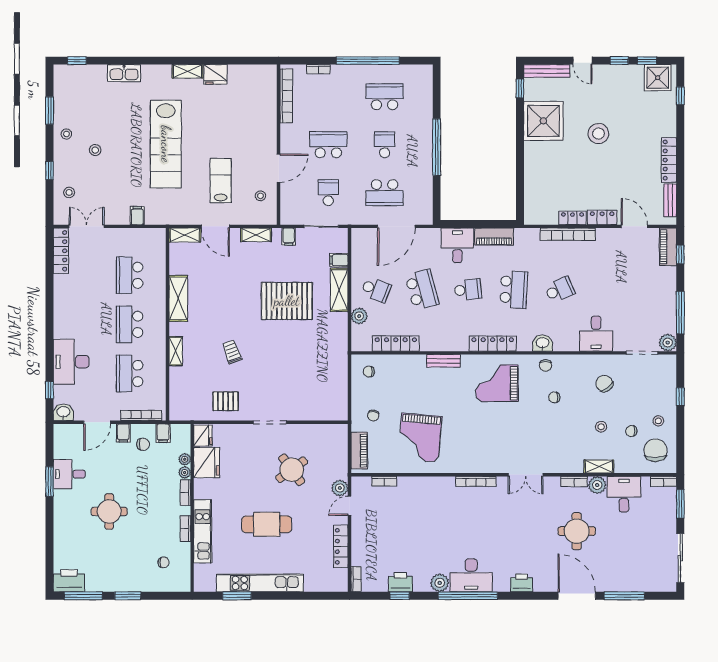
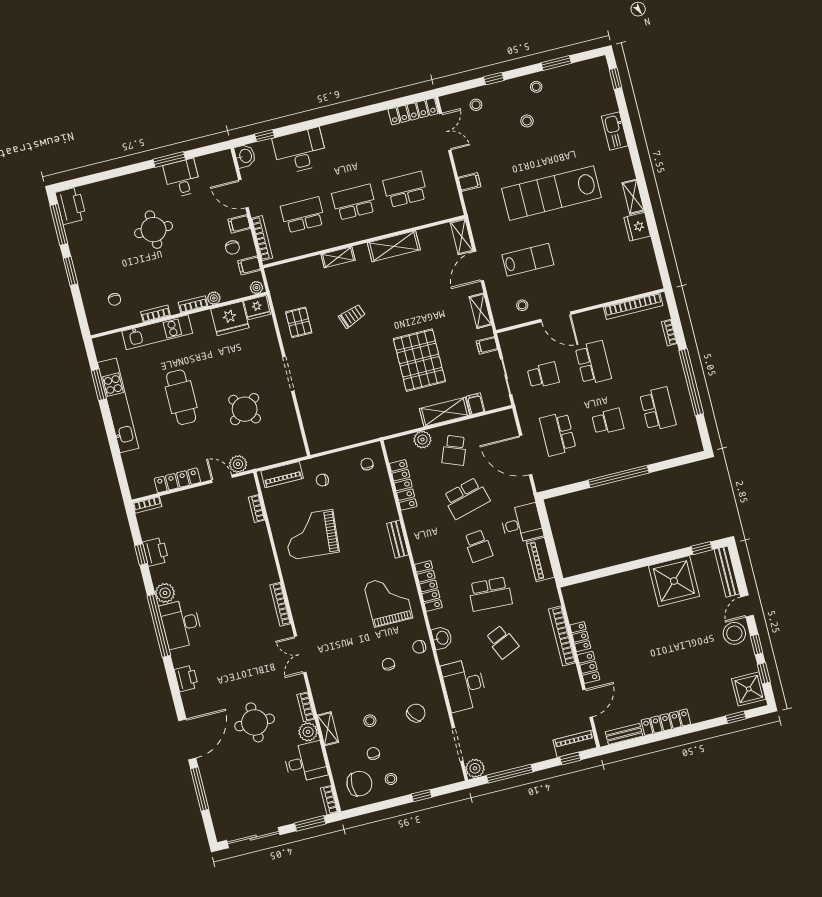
stool: (598, 134) -> (734, 633), moved
desk: (596, 334) -> (464, 685), width x1.37
plant: (185, 459) -> (257, 288), moved

